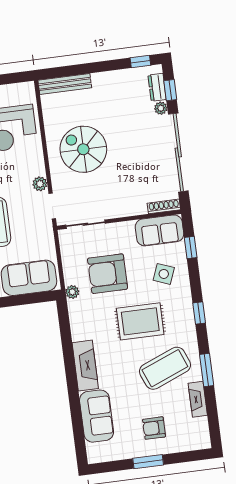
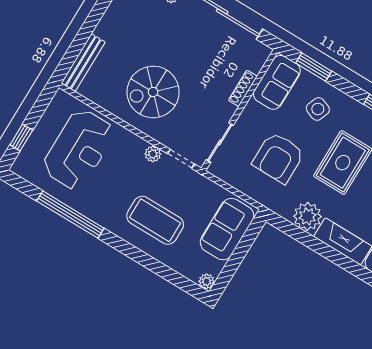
shoe rack: (164, 206) -> (243, 88), moved
window: (191, 248) -> (314, 67), width x1.50
plant: (72, 292) -> (307, 216), moved, width x1.87, depth x1.87

